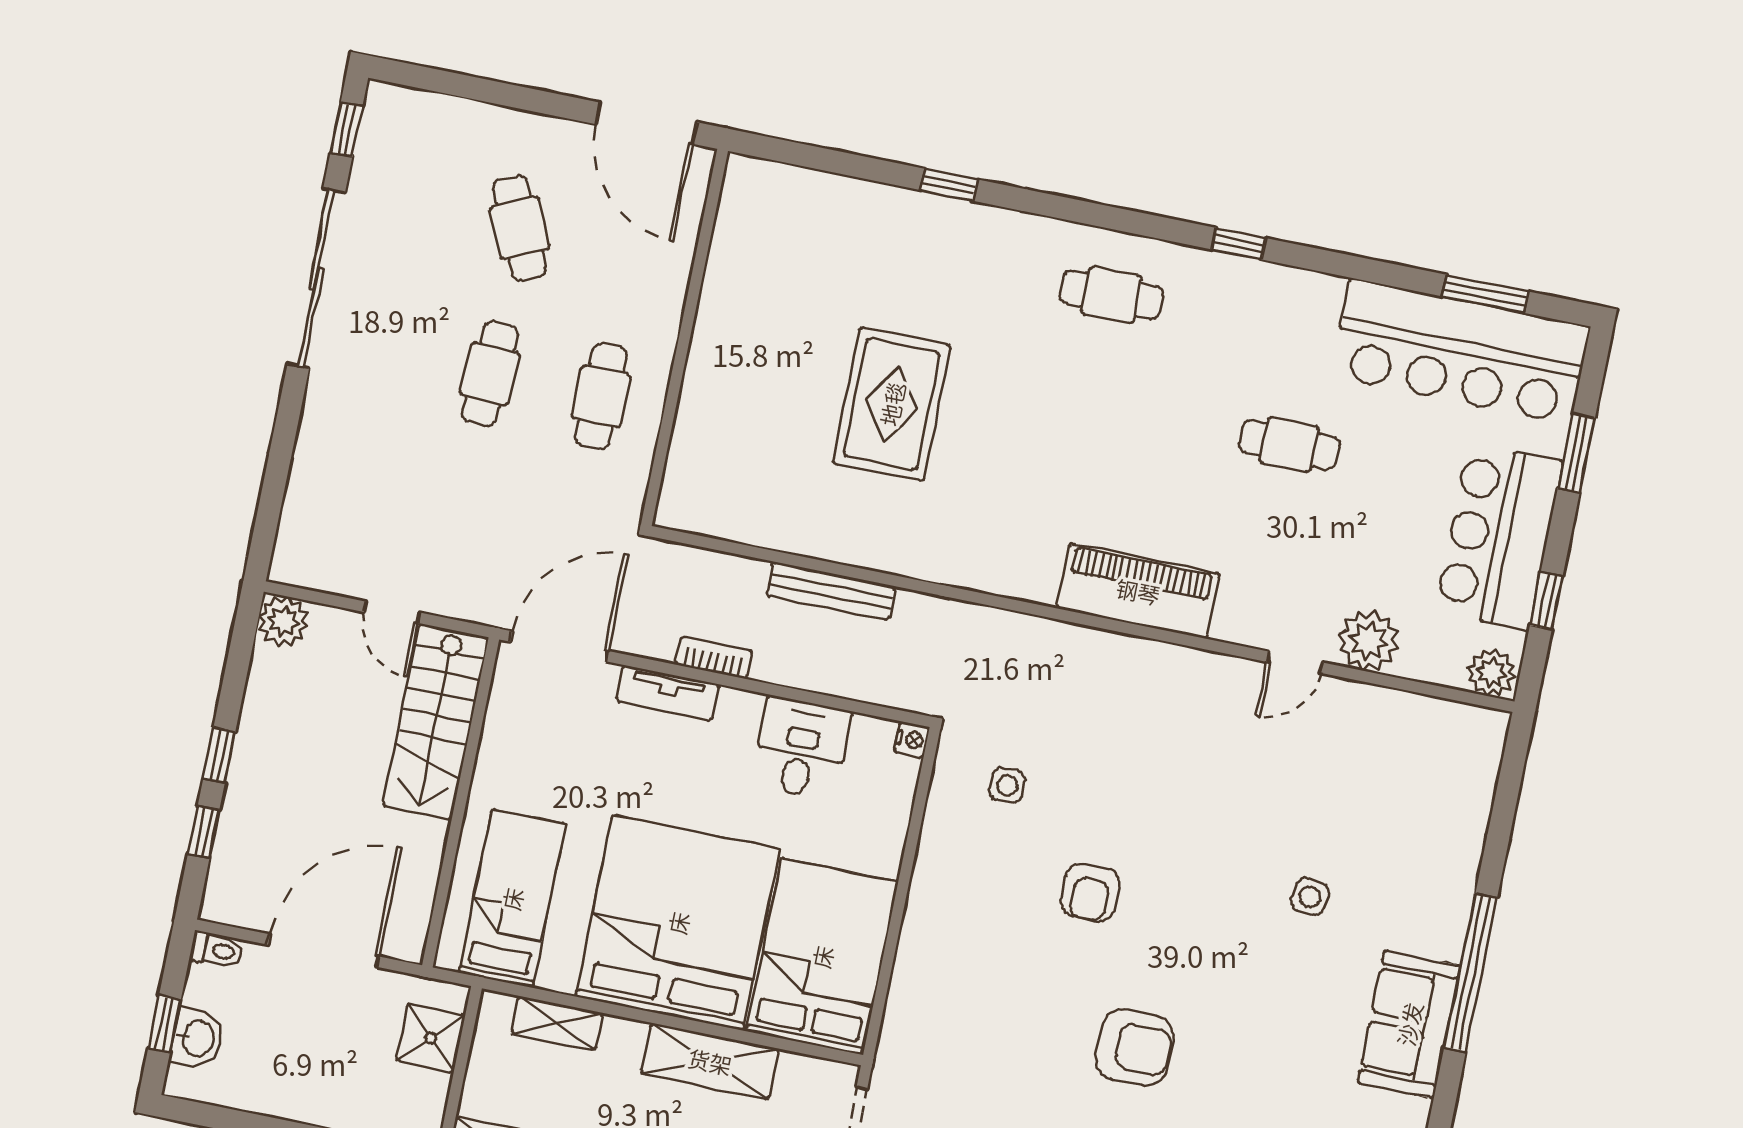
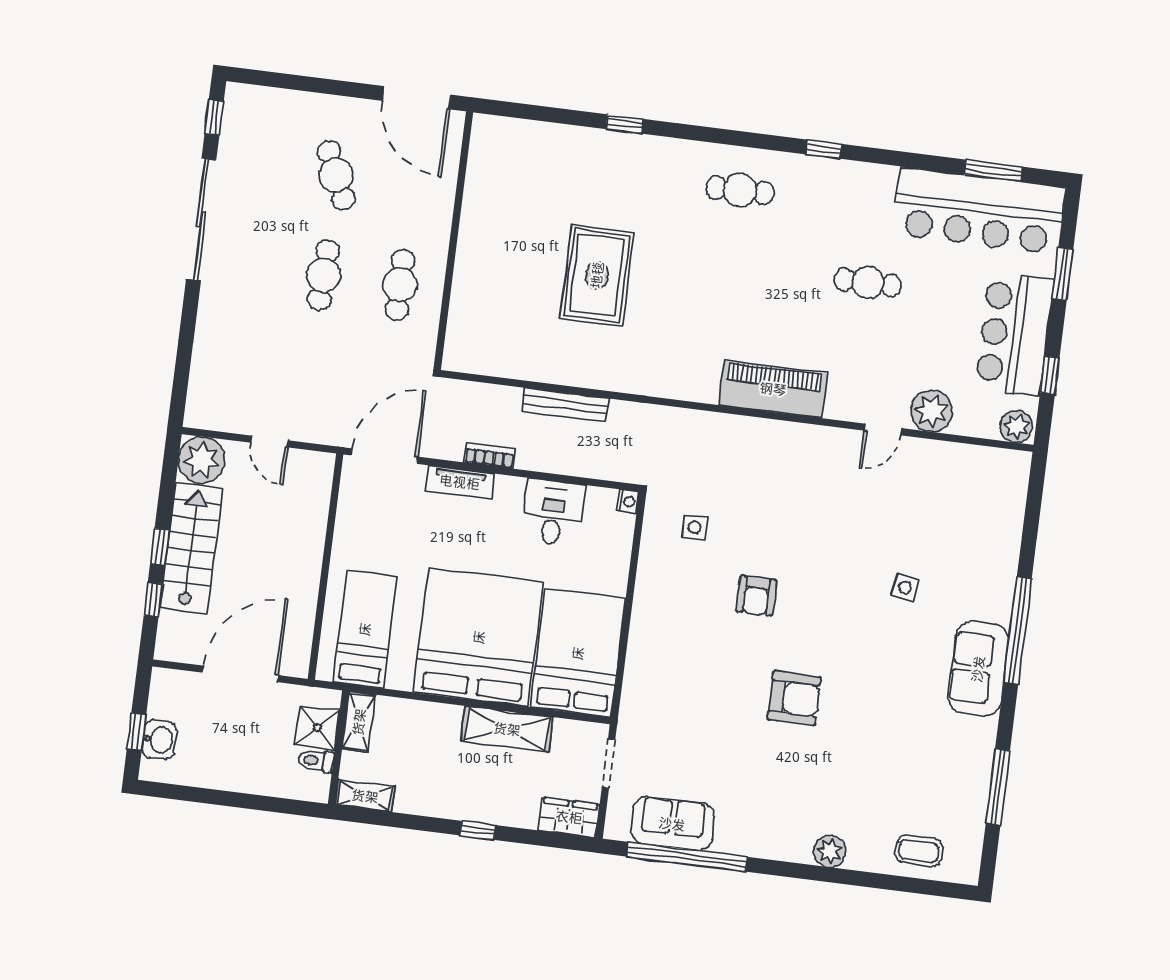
plant: (283, 621) -> (202, 460), width x1.36, depth x1.36
stairs: (436, 722) -> (191, 548), moved, turned 180
toilet: (217, 950) -> (316, 761), moved, turned 180
shelving: (557, 1023) -> (359, 722), moved, turned 90

